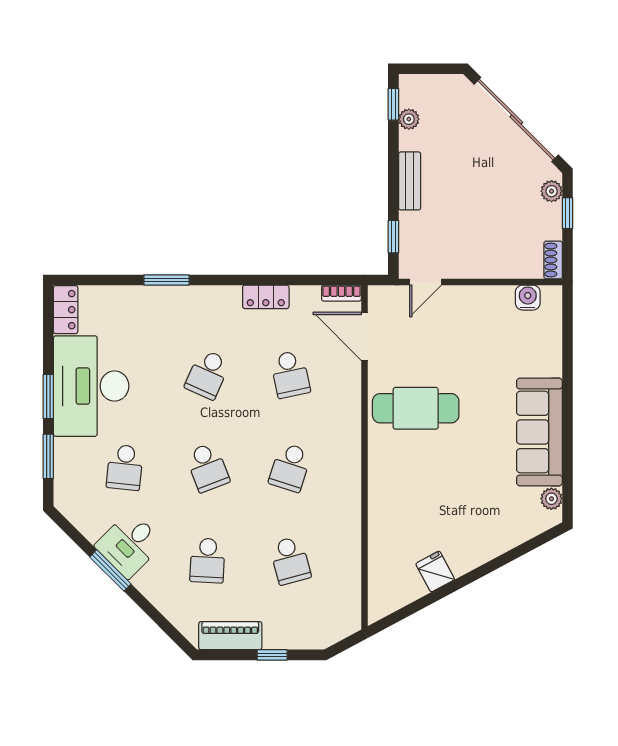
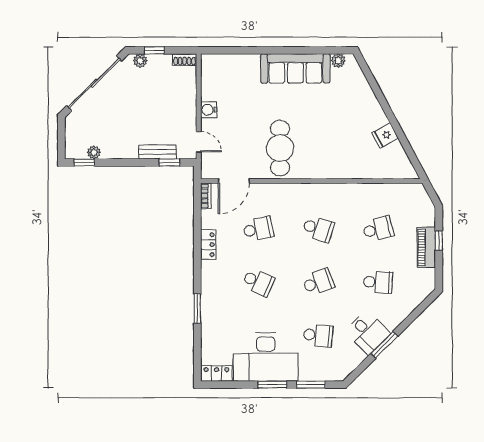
bench: (410, 181) -> (157, 152), moved
water cooler: (528, 298) -> (209, 110), moved
piano: (230, 636) -> (426, 247), moved

